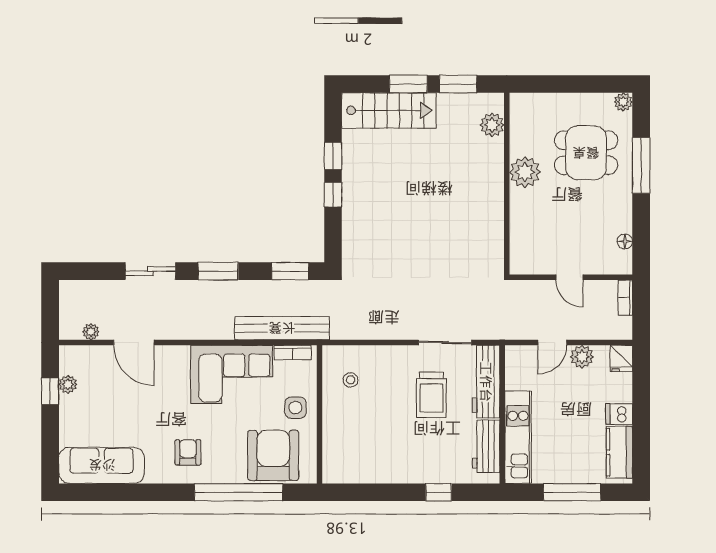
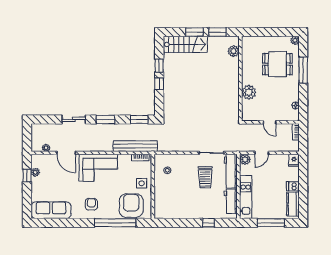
plant: (525, 172) -> (249, 92), moved
plant: (582, 357) -> (245, 159), moved
corner sofa: (232, 374) -> (98, 168), moved

